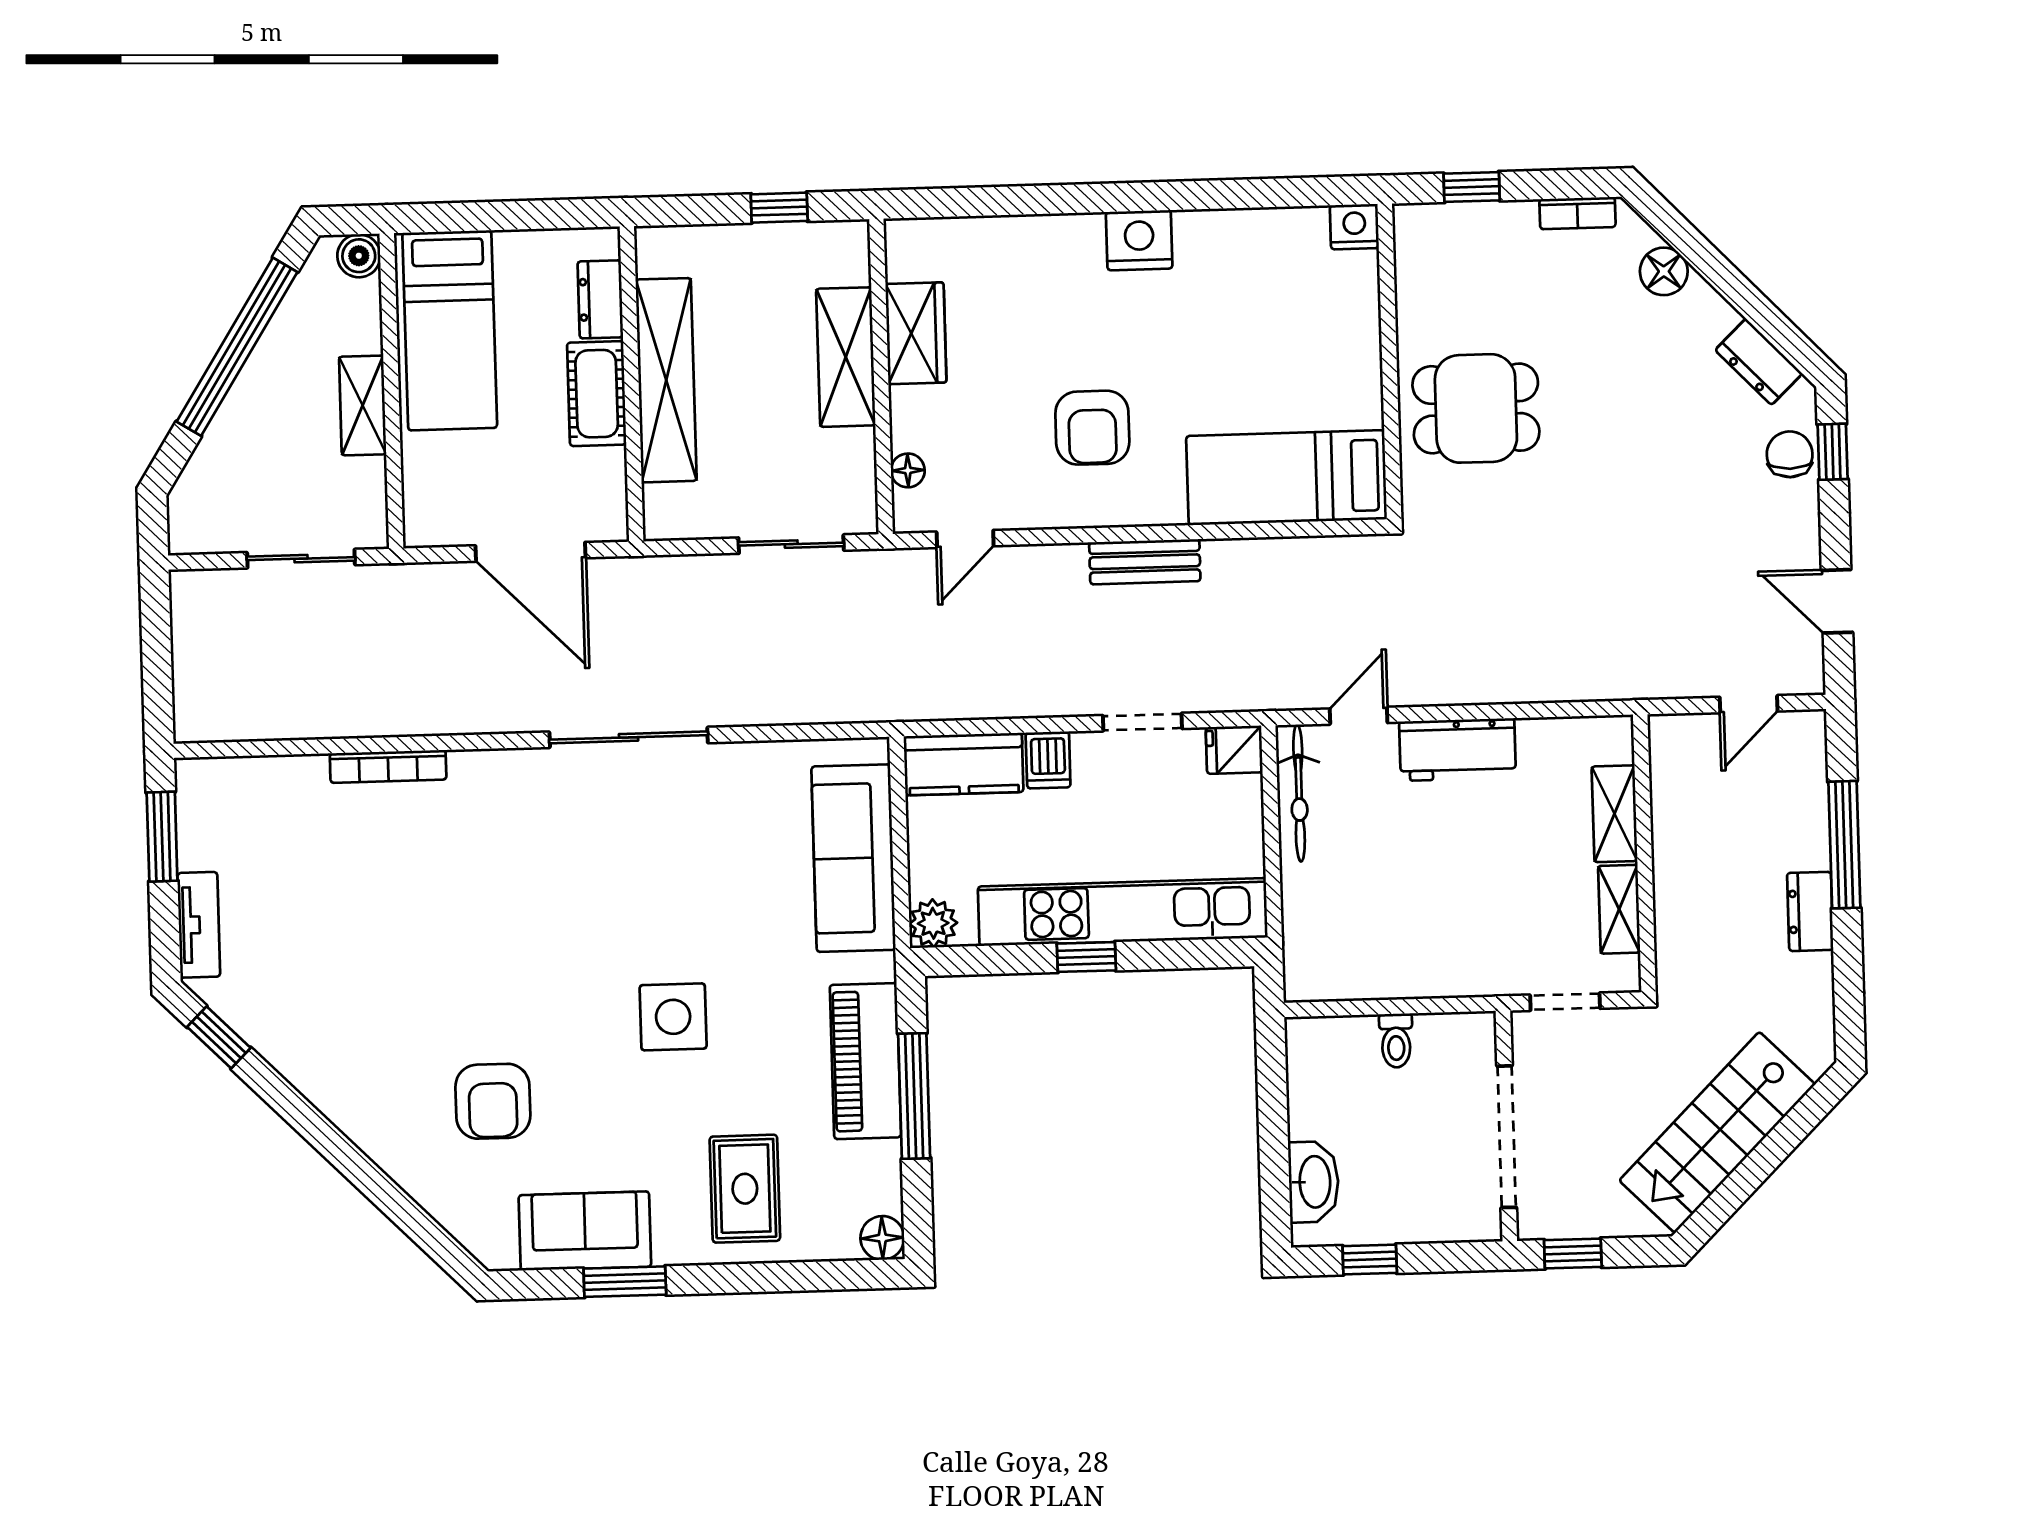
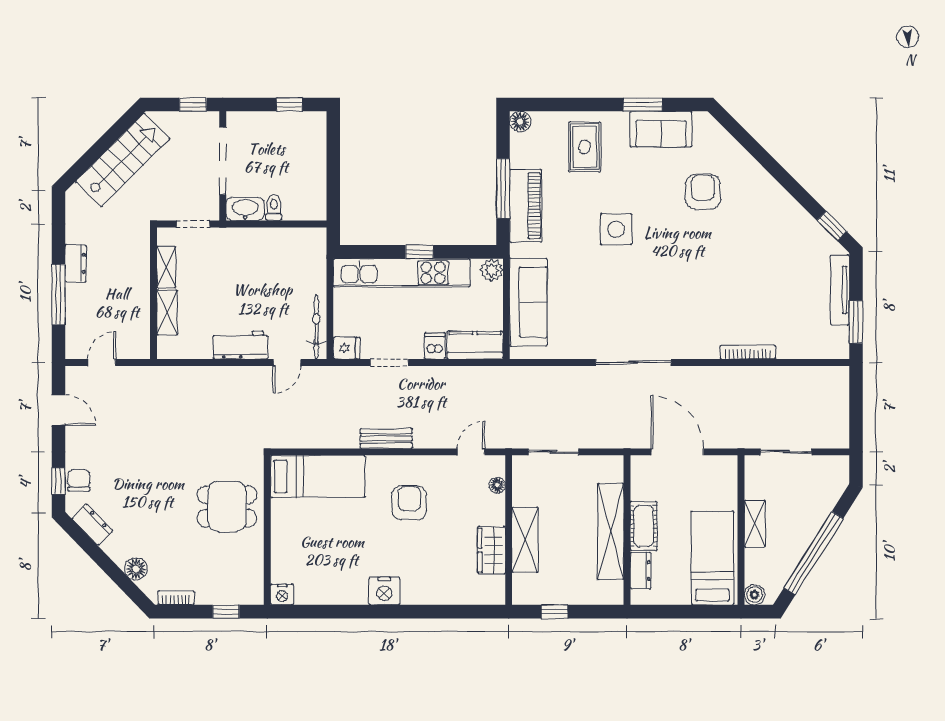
chair: (1790, 454) -> (79, 480), turned 180
tv unit: (199, 925) -> (840, 290), width x1.41
washbasin: (1313, 1182) -> (245, 209), moved, turned 90

